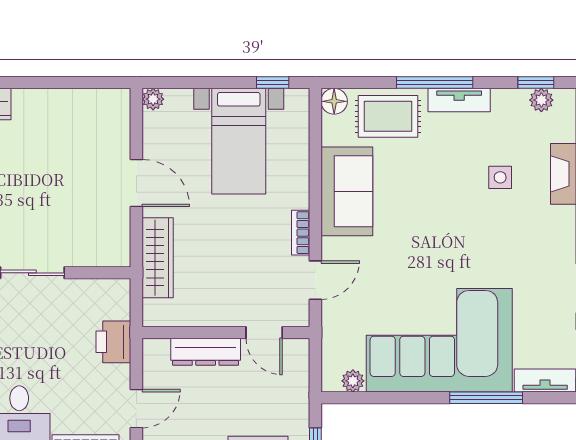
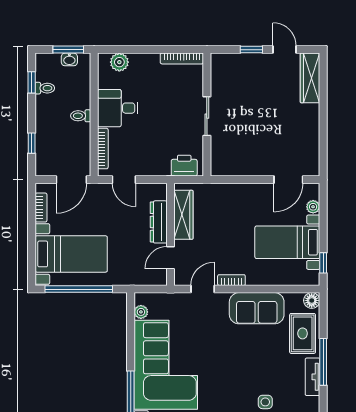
plant: (153, 99) -> (313, 207), moved
door: (136, 183) -> (288, 180), moved
wardrobe: (158, 258) -> (183, 215), moved, turned -90
door: (315, 280) -> (203, 289), swing flipped
printer: (113, 342) -> (184, 166), moved

